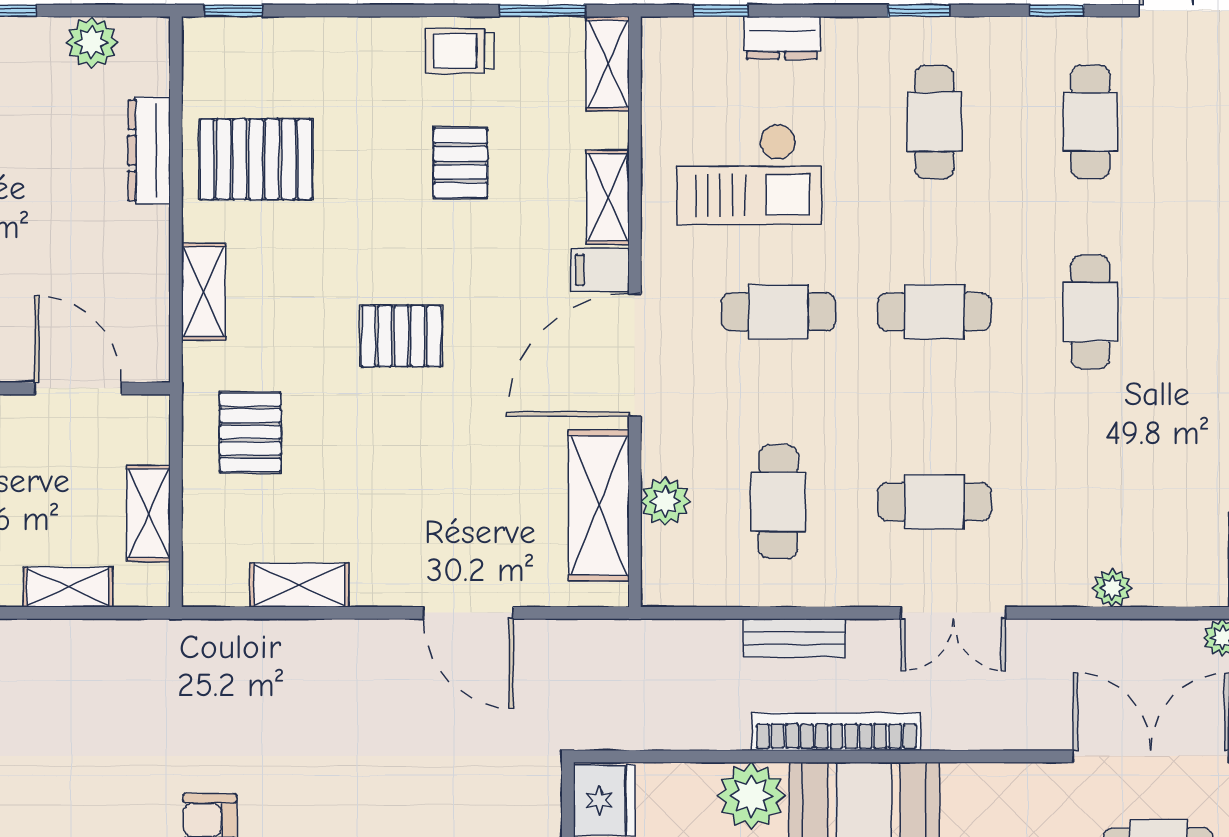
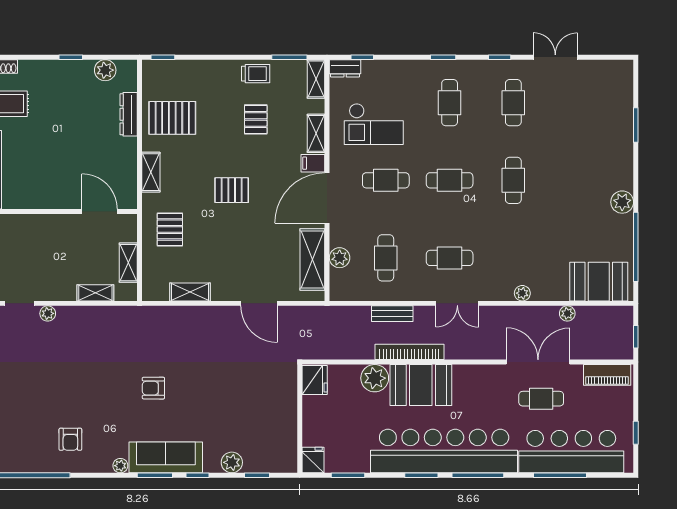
dresser: (782, 38) -> (345, 68), moved
trolley: (460, 51) -> (256, 74), turned 180

